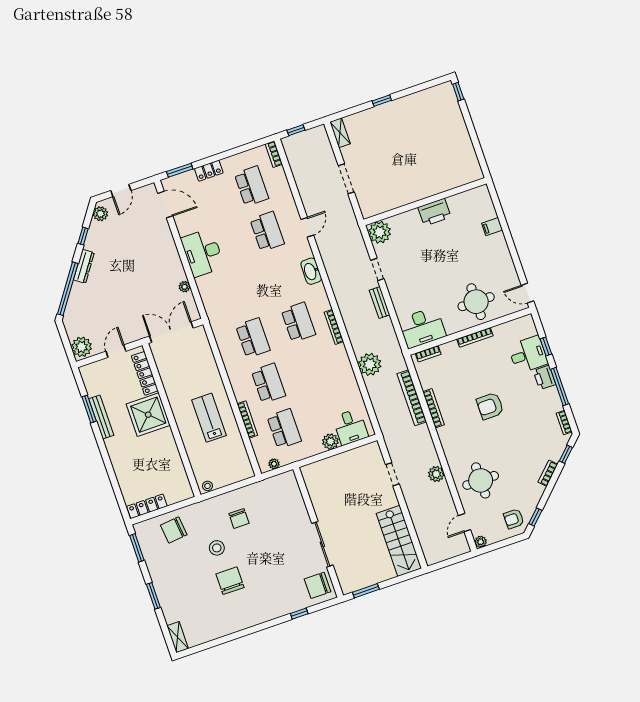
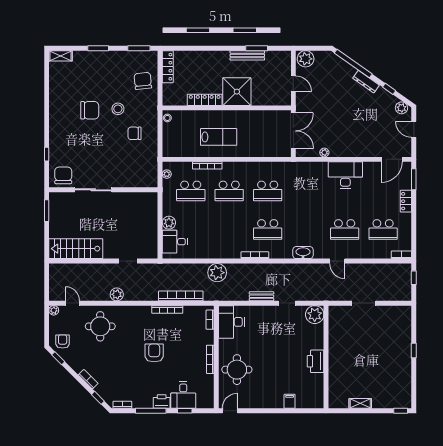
shelving: (340, 133) -> (360, 403), moved
locker: (145, 373) -> (205, 100), moved

